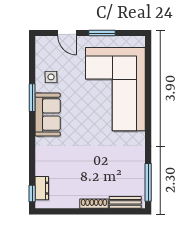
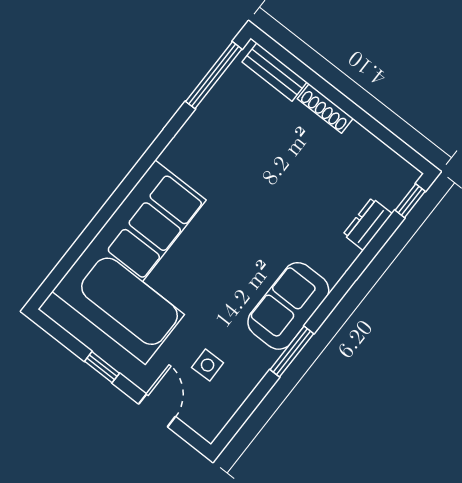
window: (102, 33) -> (102, 367), width x0.67
side table: (51, 77) -> (208, 365), moved
dresser: (42, 188) -> (368, 224), moved

